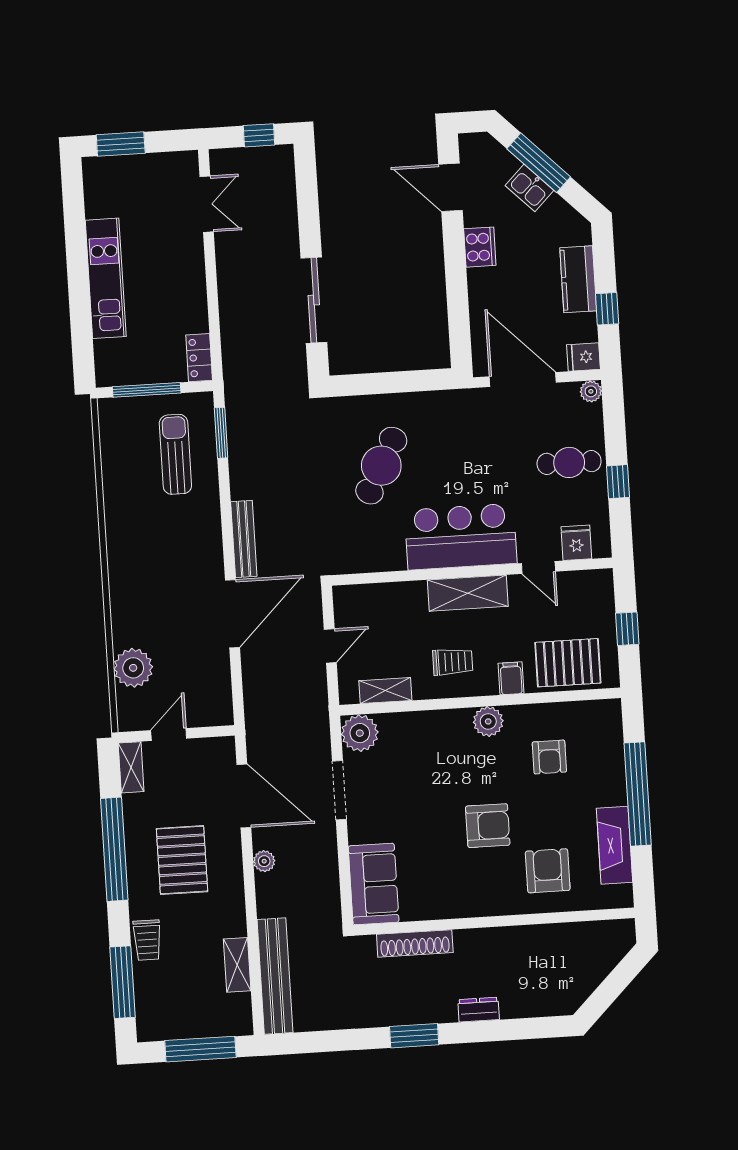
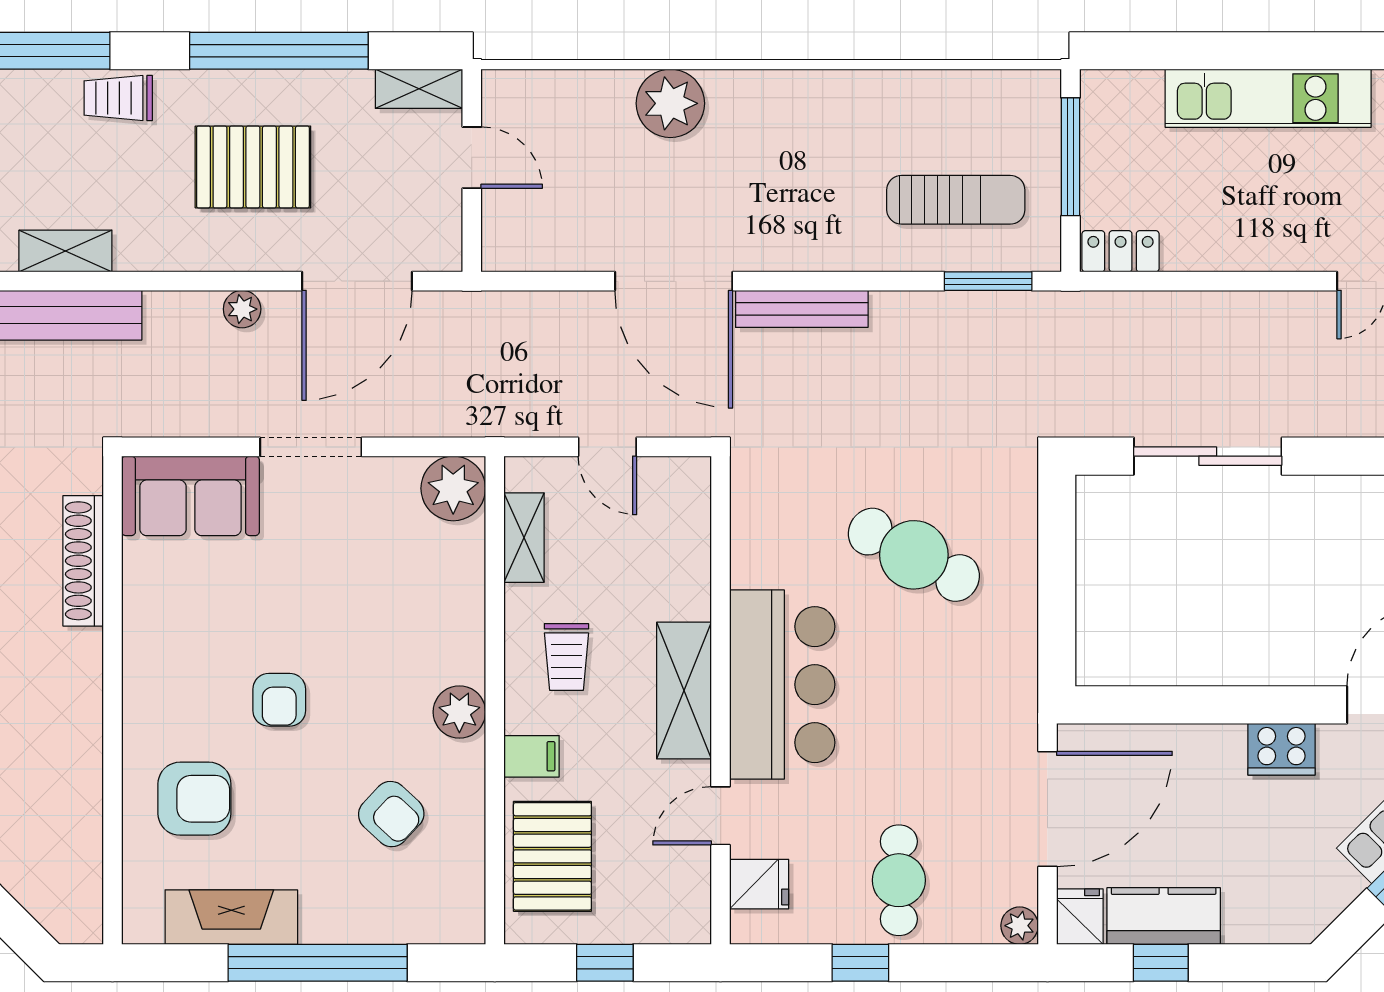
kitchen counter: (578, 279) -> (1164, 916), moved
plant: (133, 668) -> (670, 103), moved
armchair: (549, 757) -> (391, 814), turned -137
doorway: (339, 790) -> (311, 447), moved
armchair: (488, 826) -> (279, 700), width x0.72, depth x0.72

